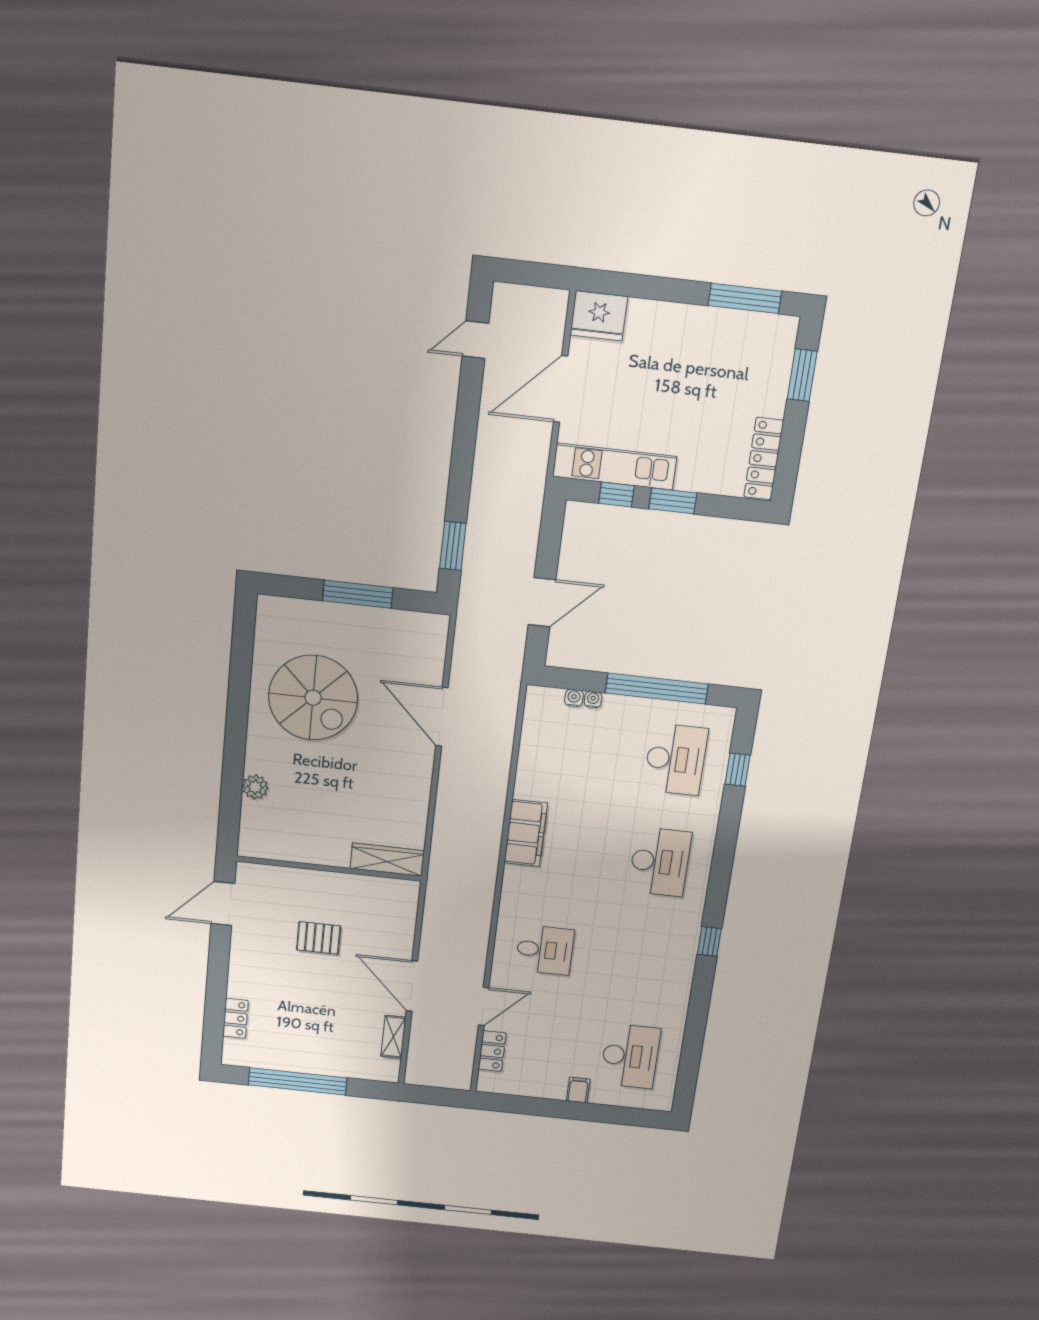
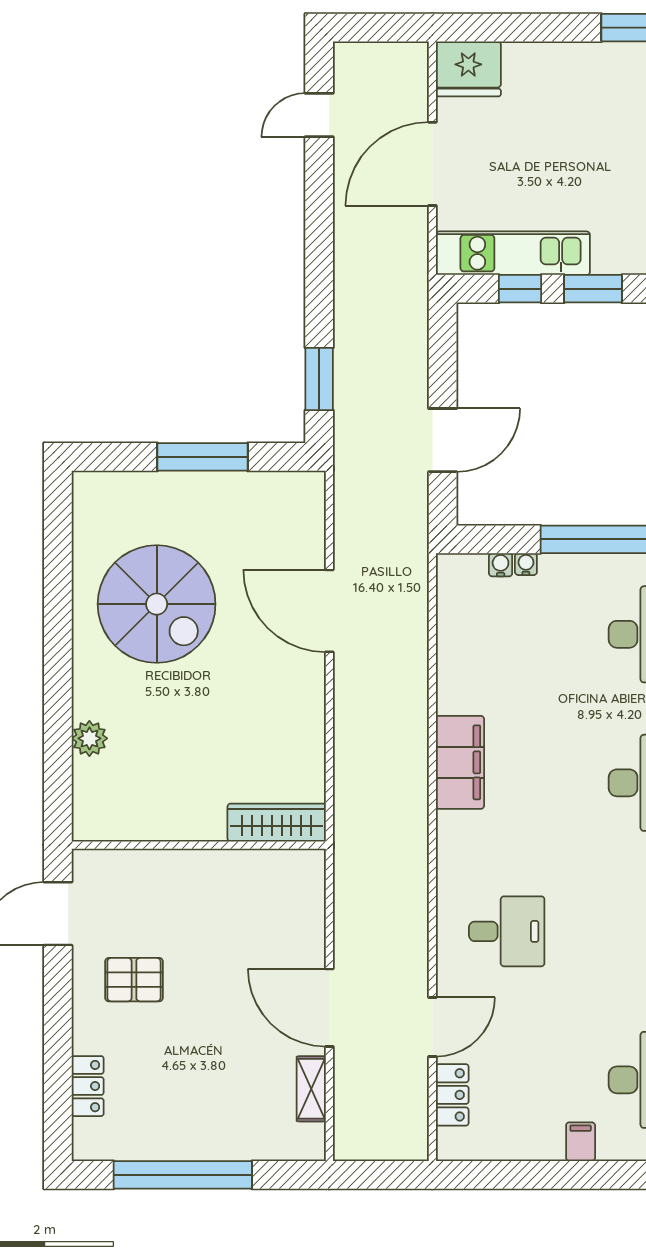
pallet: (319, 938) -> (134, 980), moved

